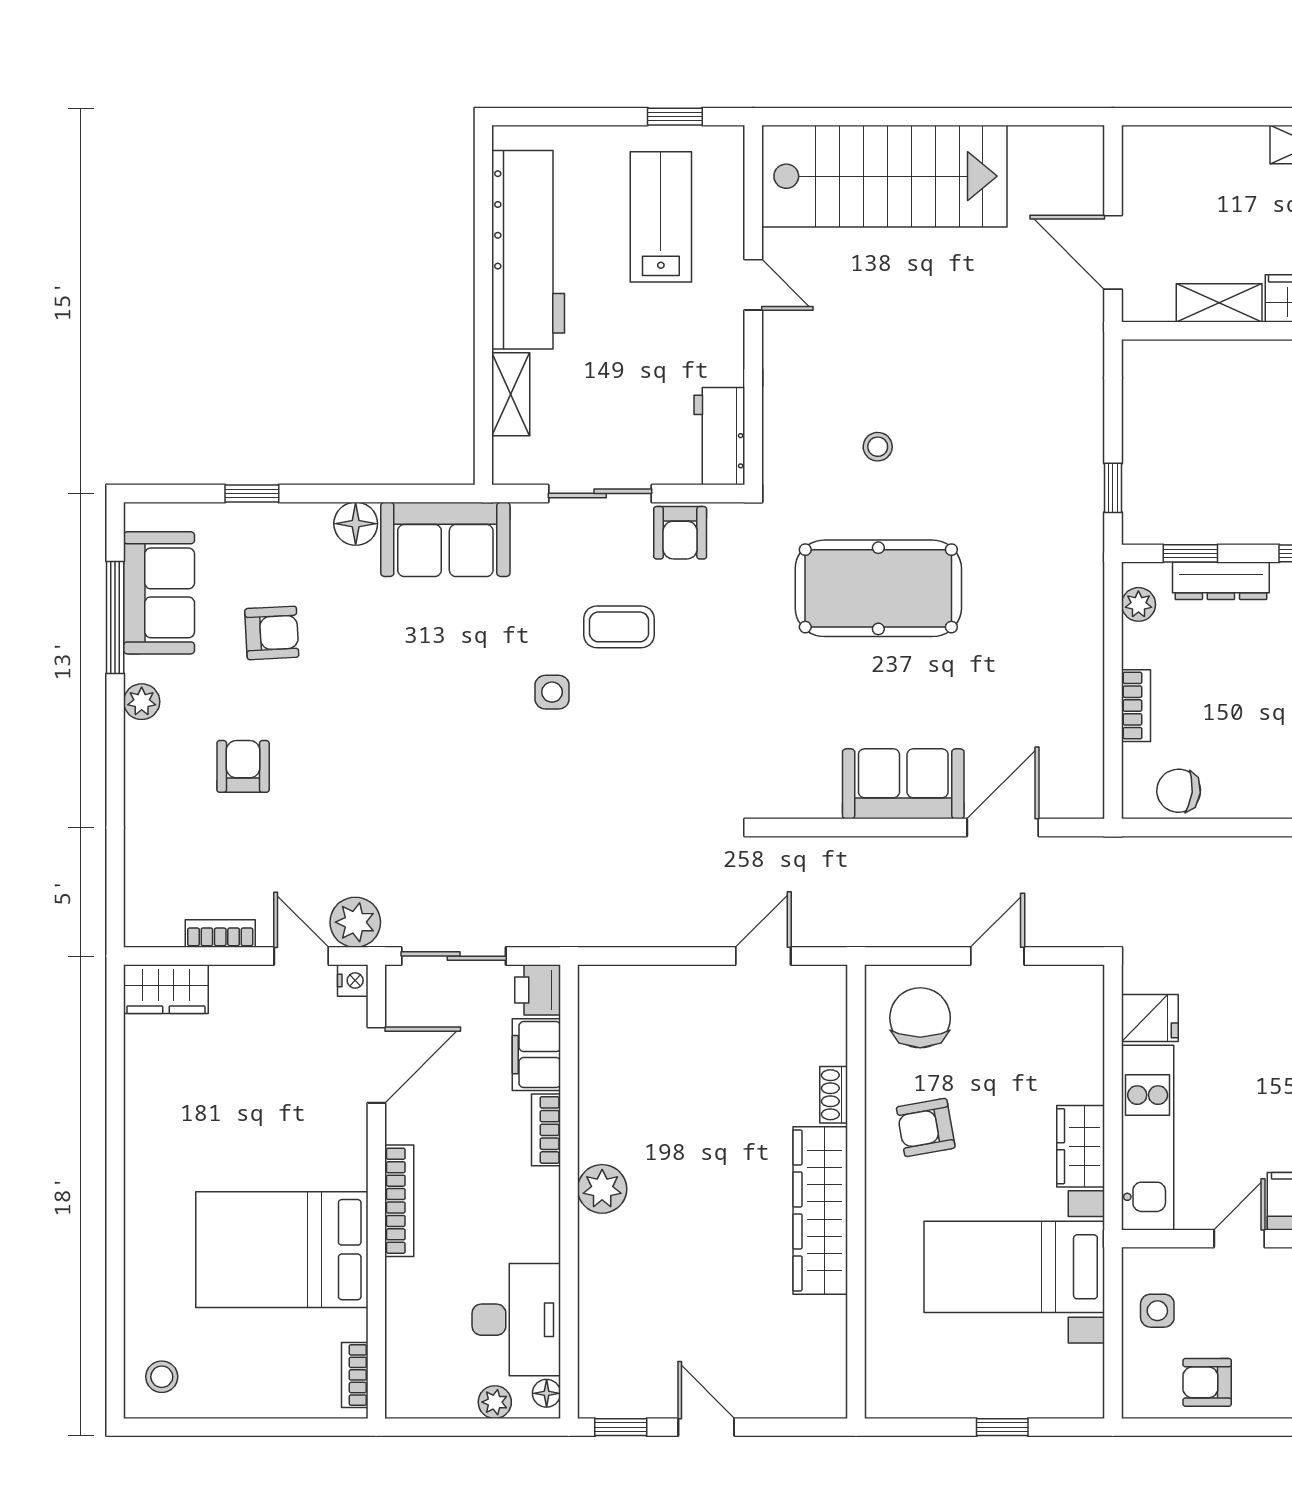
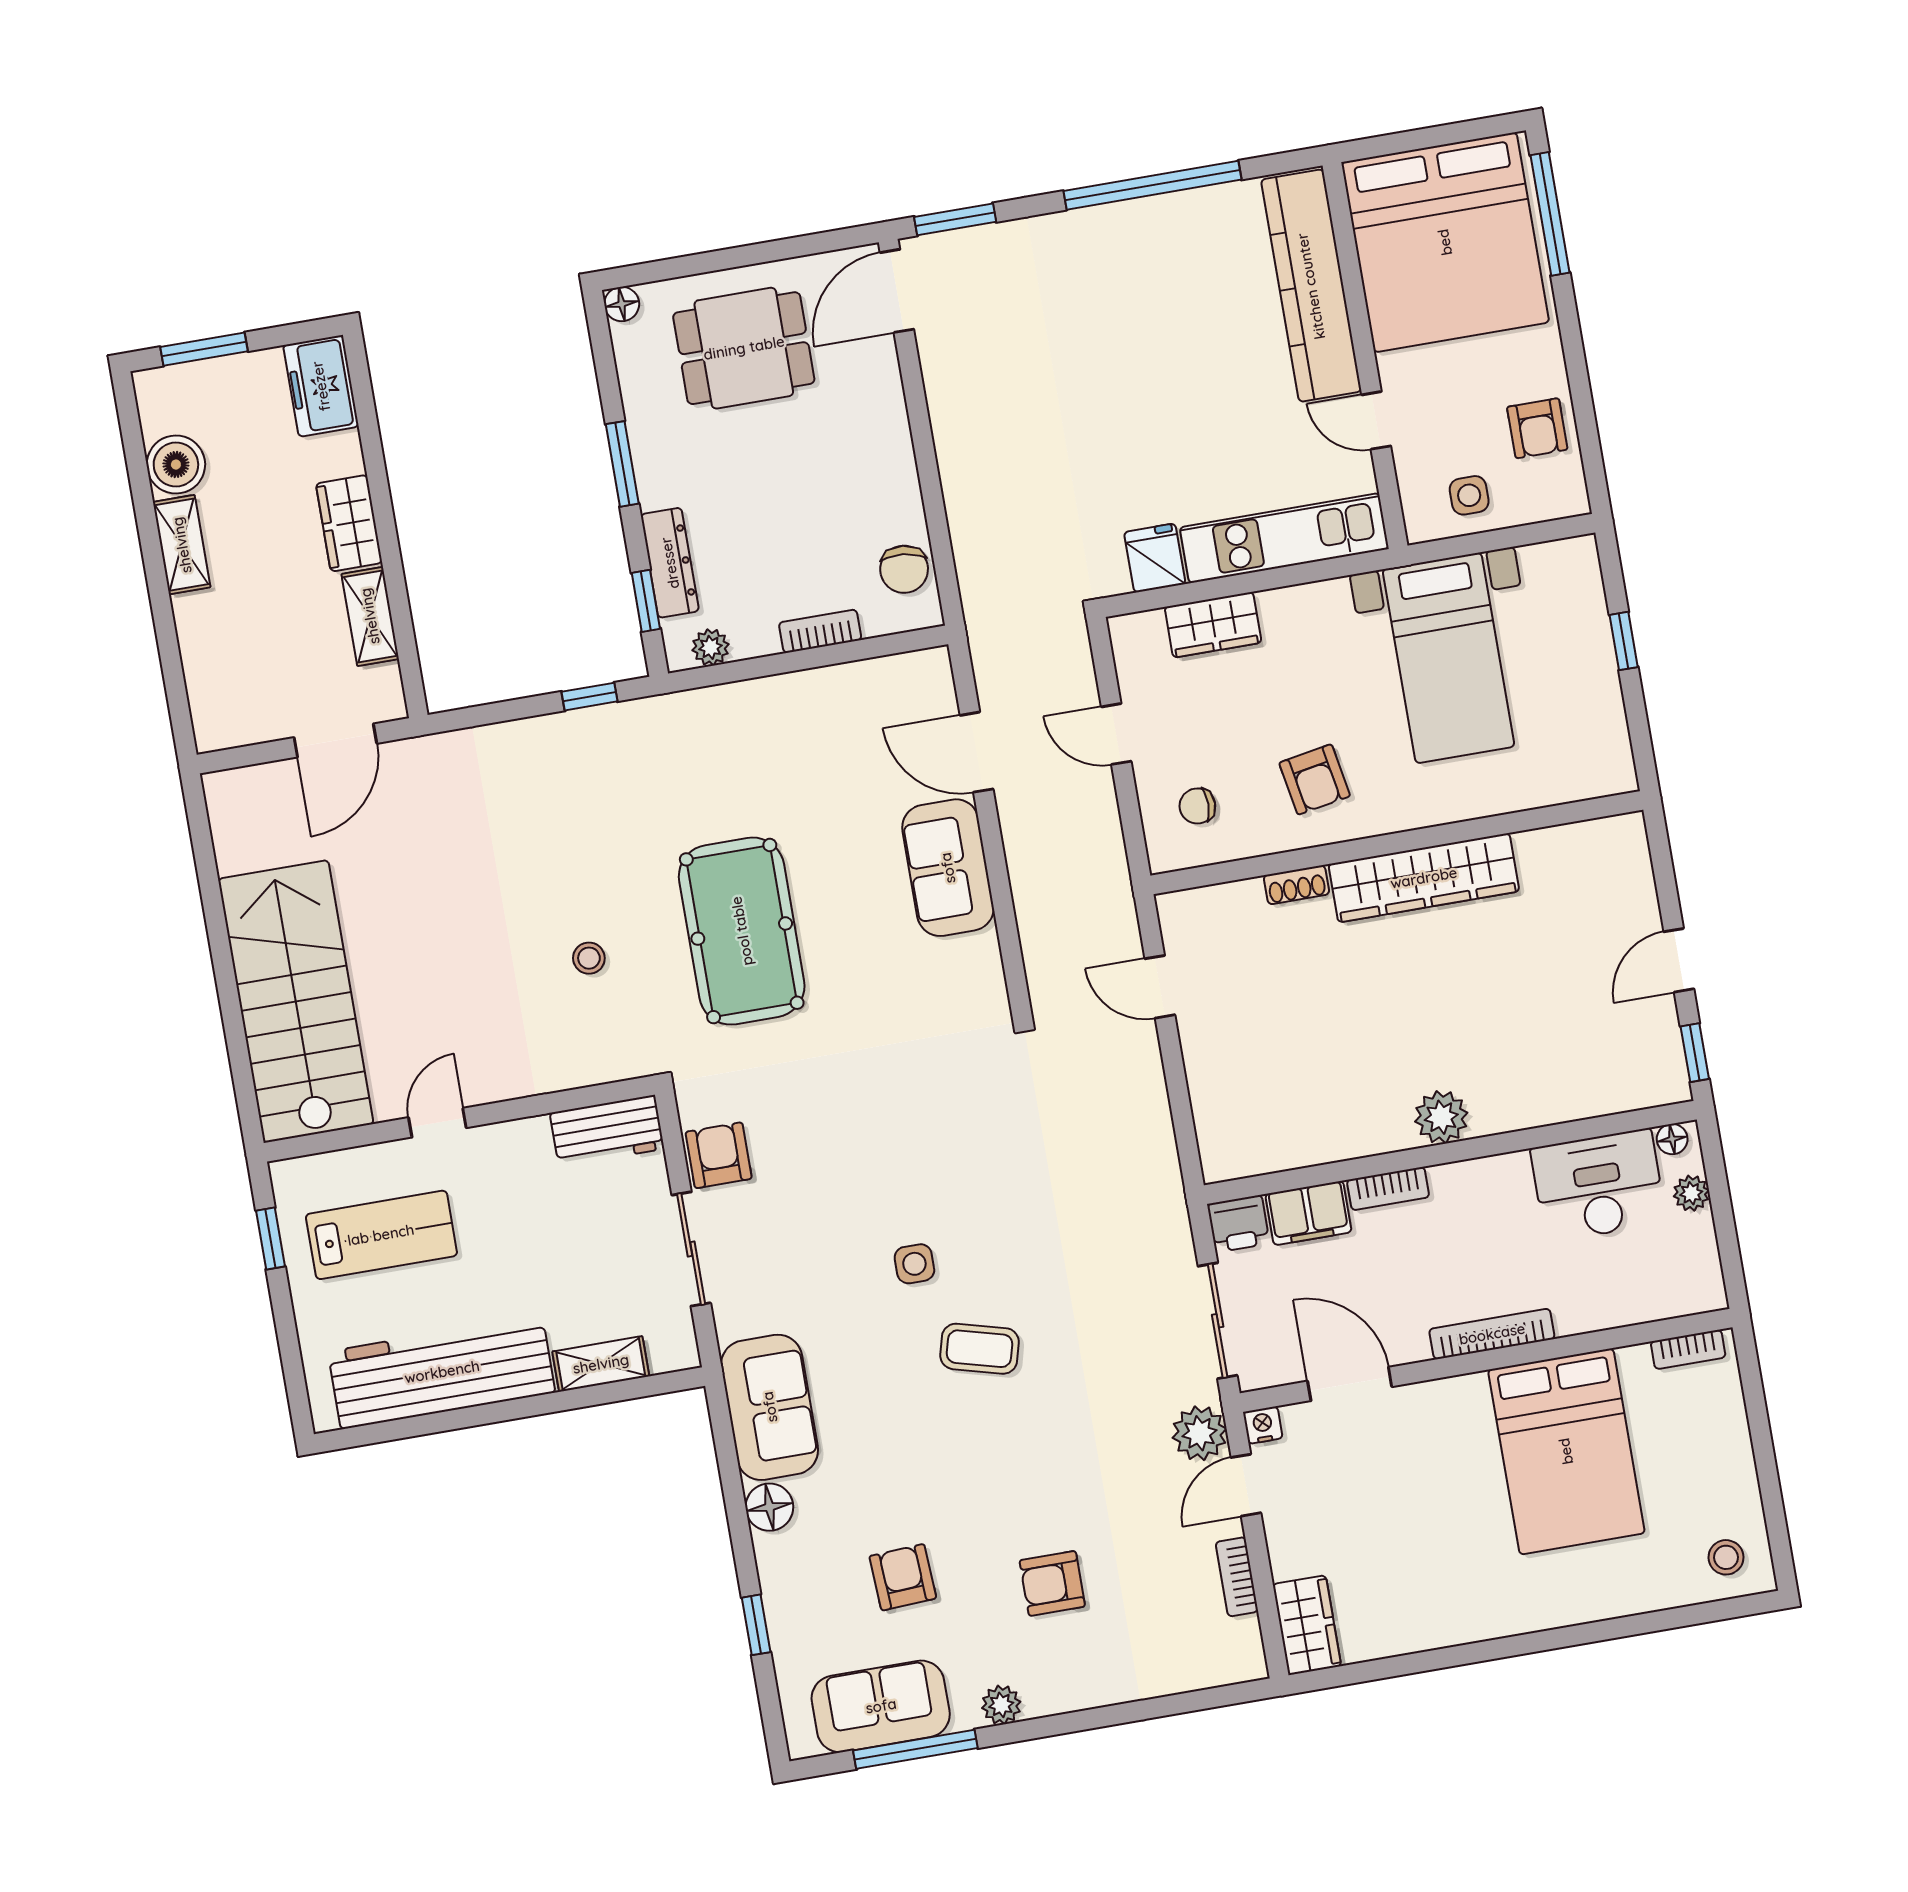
lab bench: (661, 217) -> (381, 1235), turned 180
armchair: (680, 533) -> (719, 1155), turned -90
coffee table: (619, 627) -> (980, 1349), moved, turned -75
chair: (920, 1018) -> (1197, 806), width x0.54, depth x0.54
wardrobe: (1081, 1146) -> (1213, 625), moved

